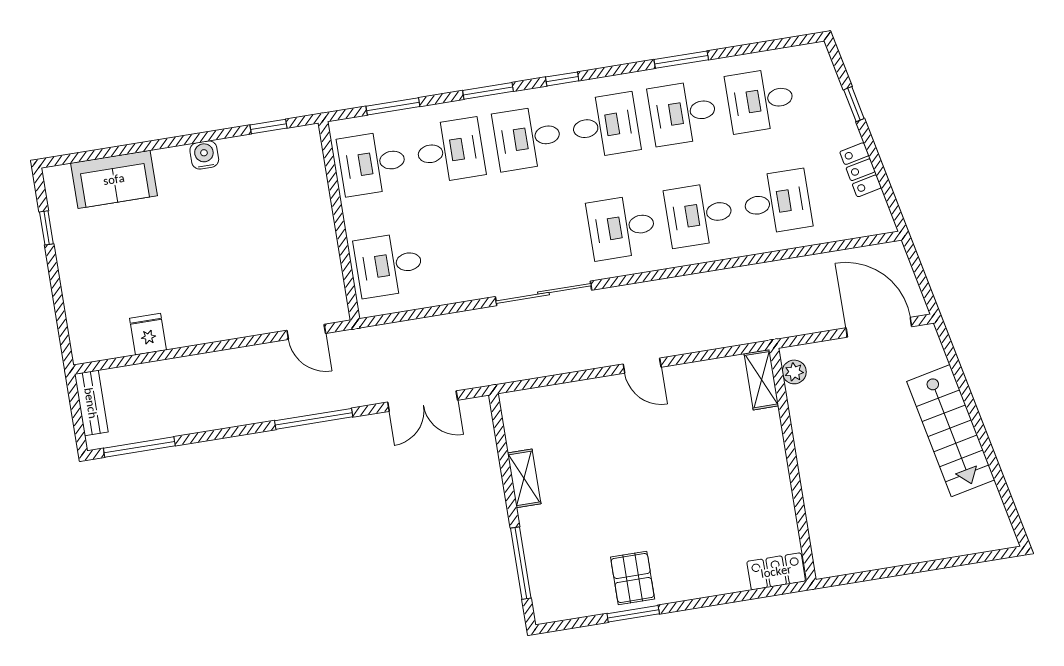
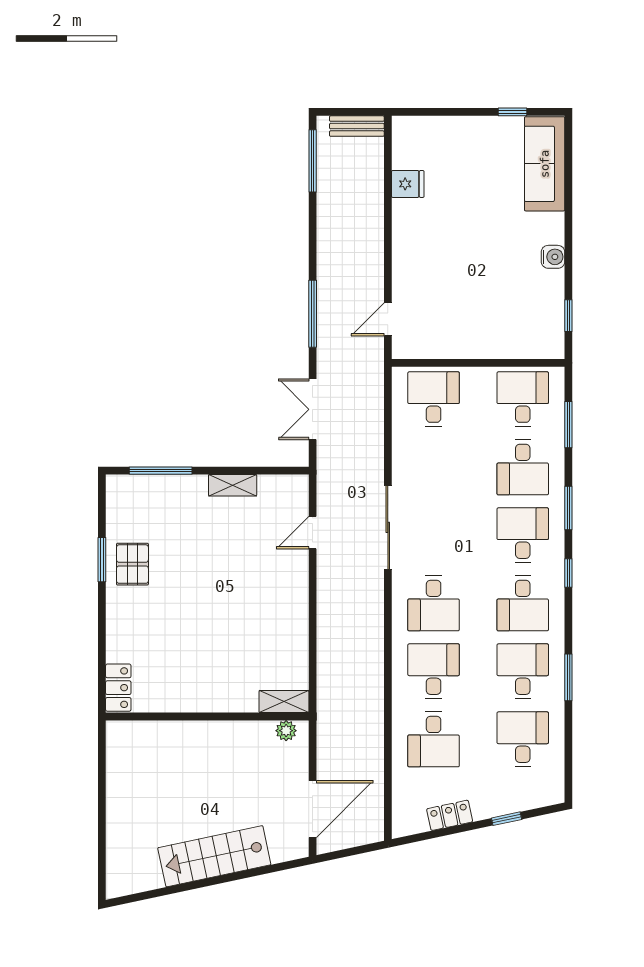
sofa: (114, 179) -> (545, 164), width x1.36
desk: (622, 227) -> (434, 603), turned 180
door: (642, 366) -> (313, 533), moved
pallet: (633, 578) -> (132, 564), turned 90

